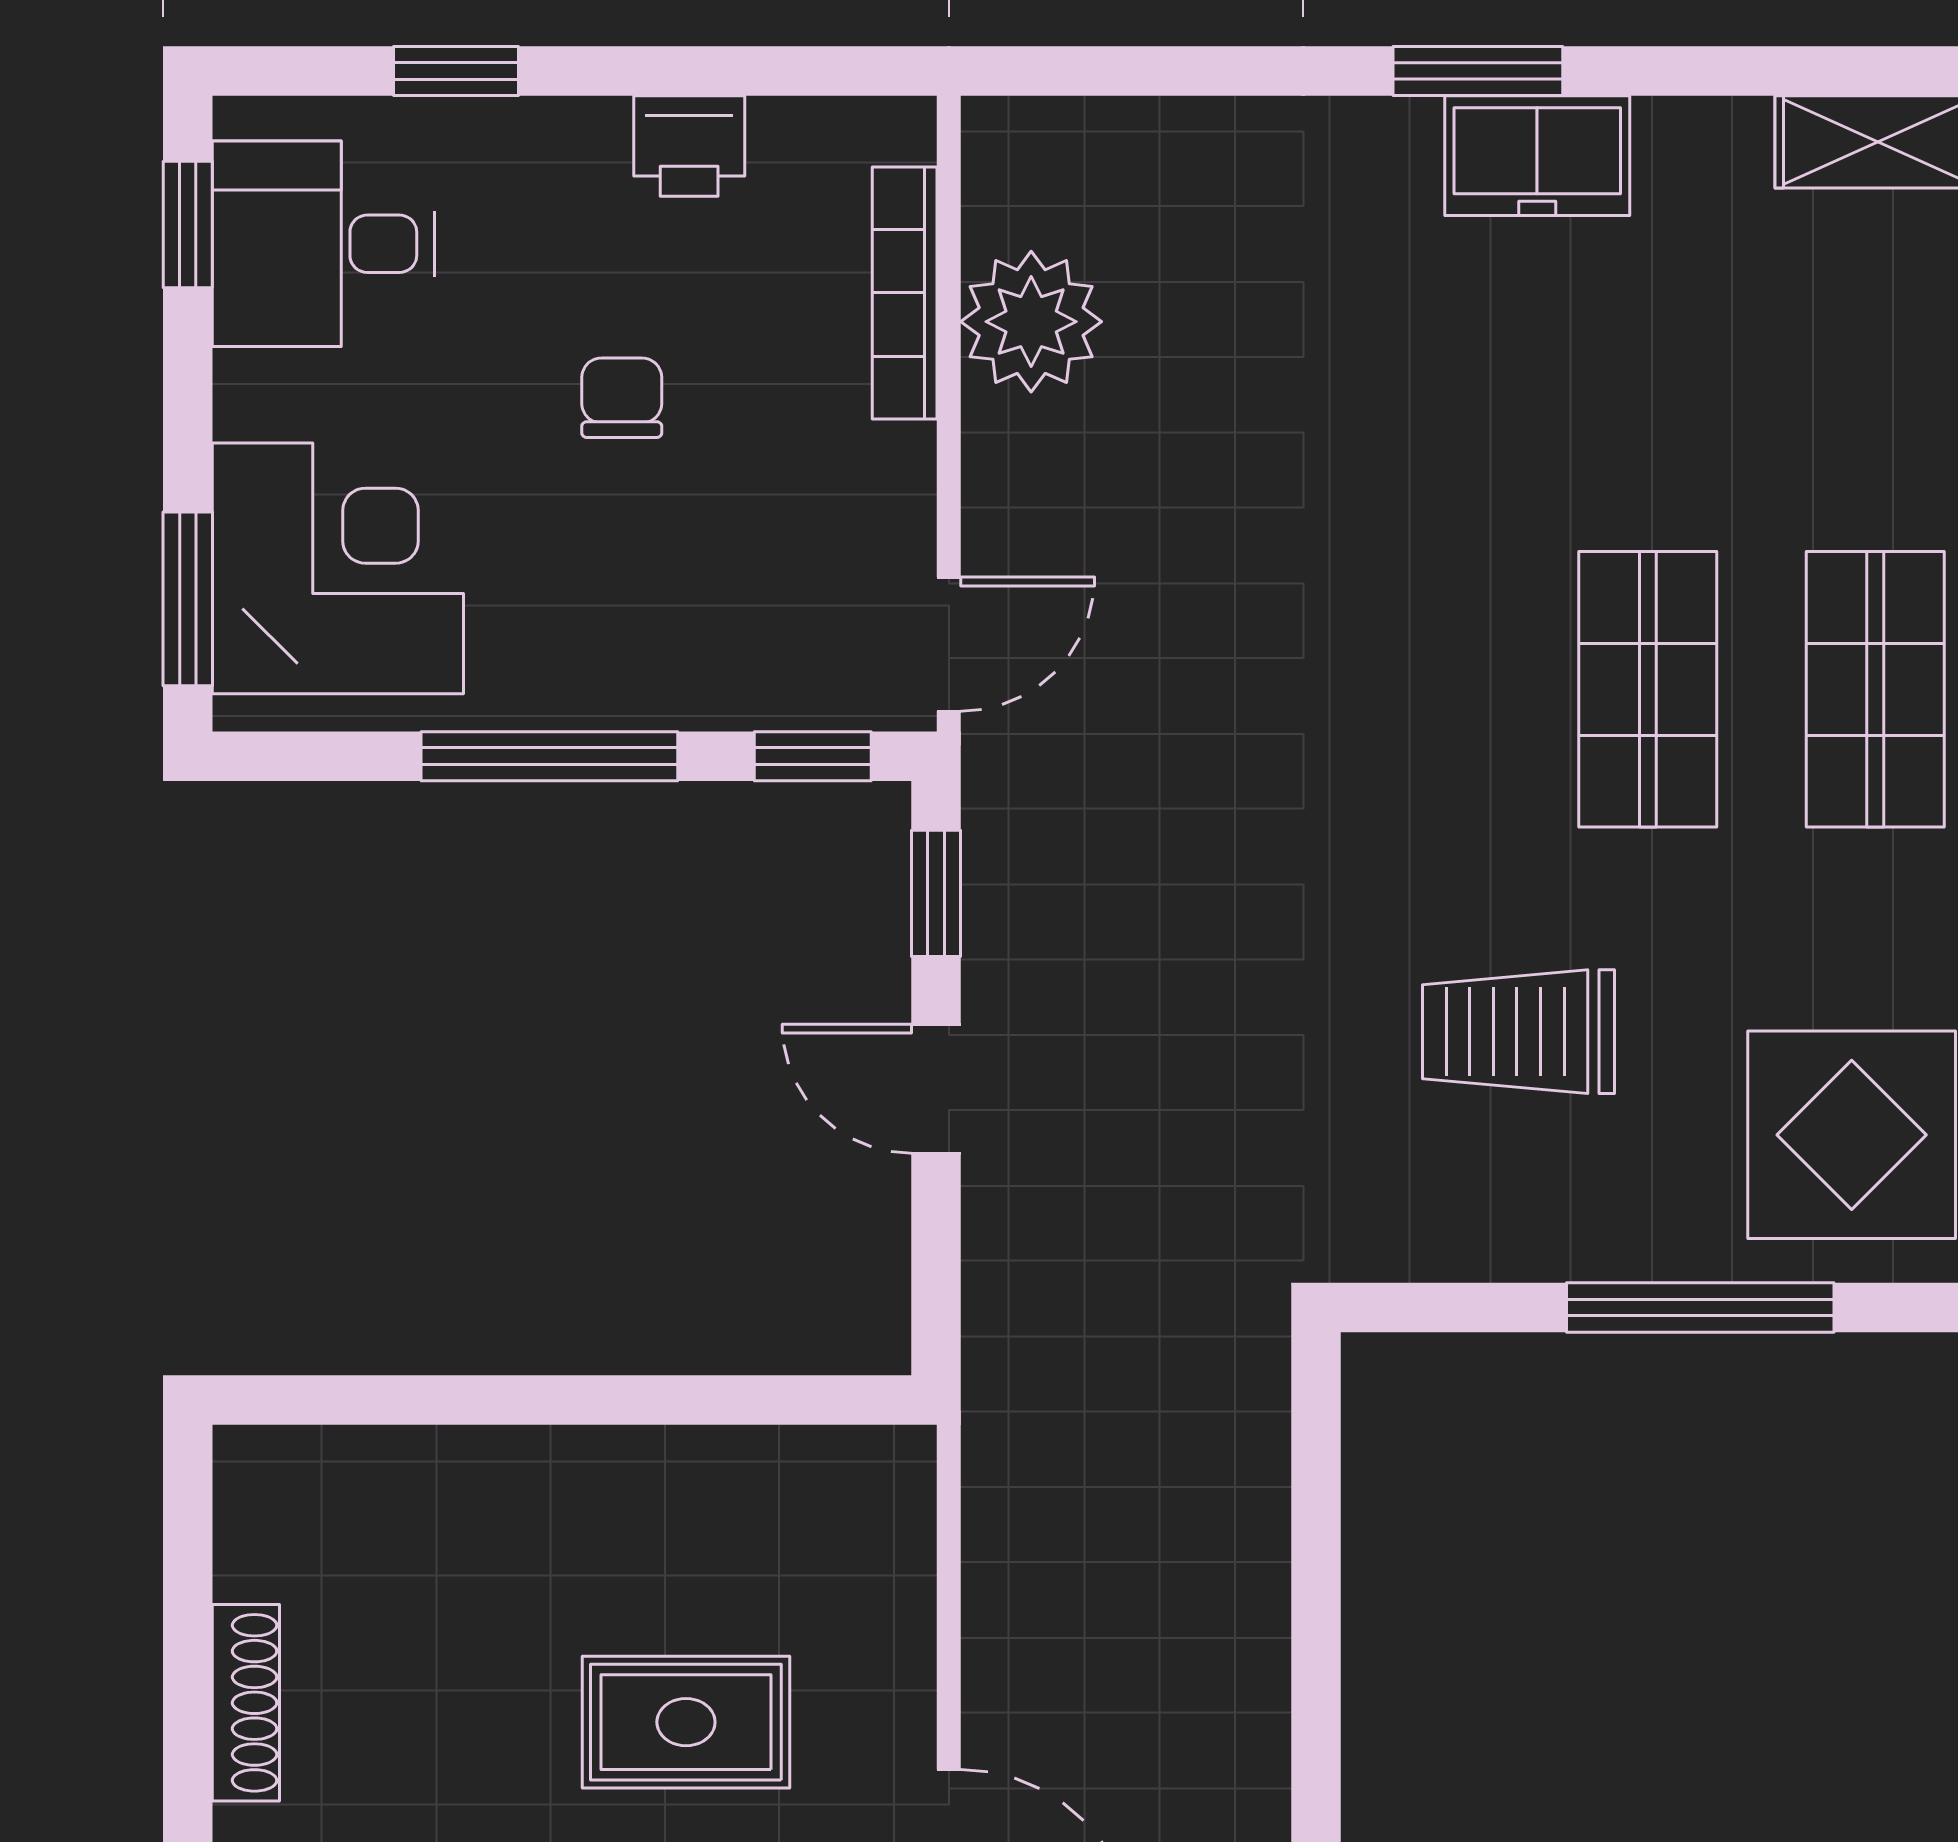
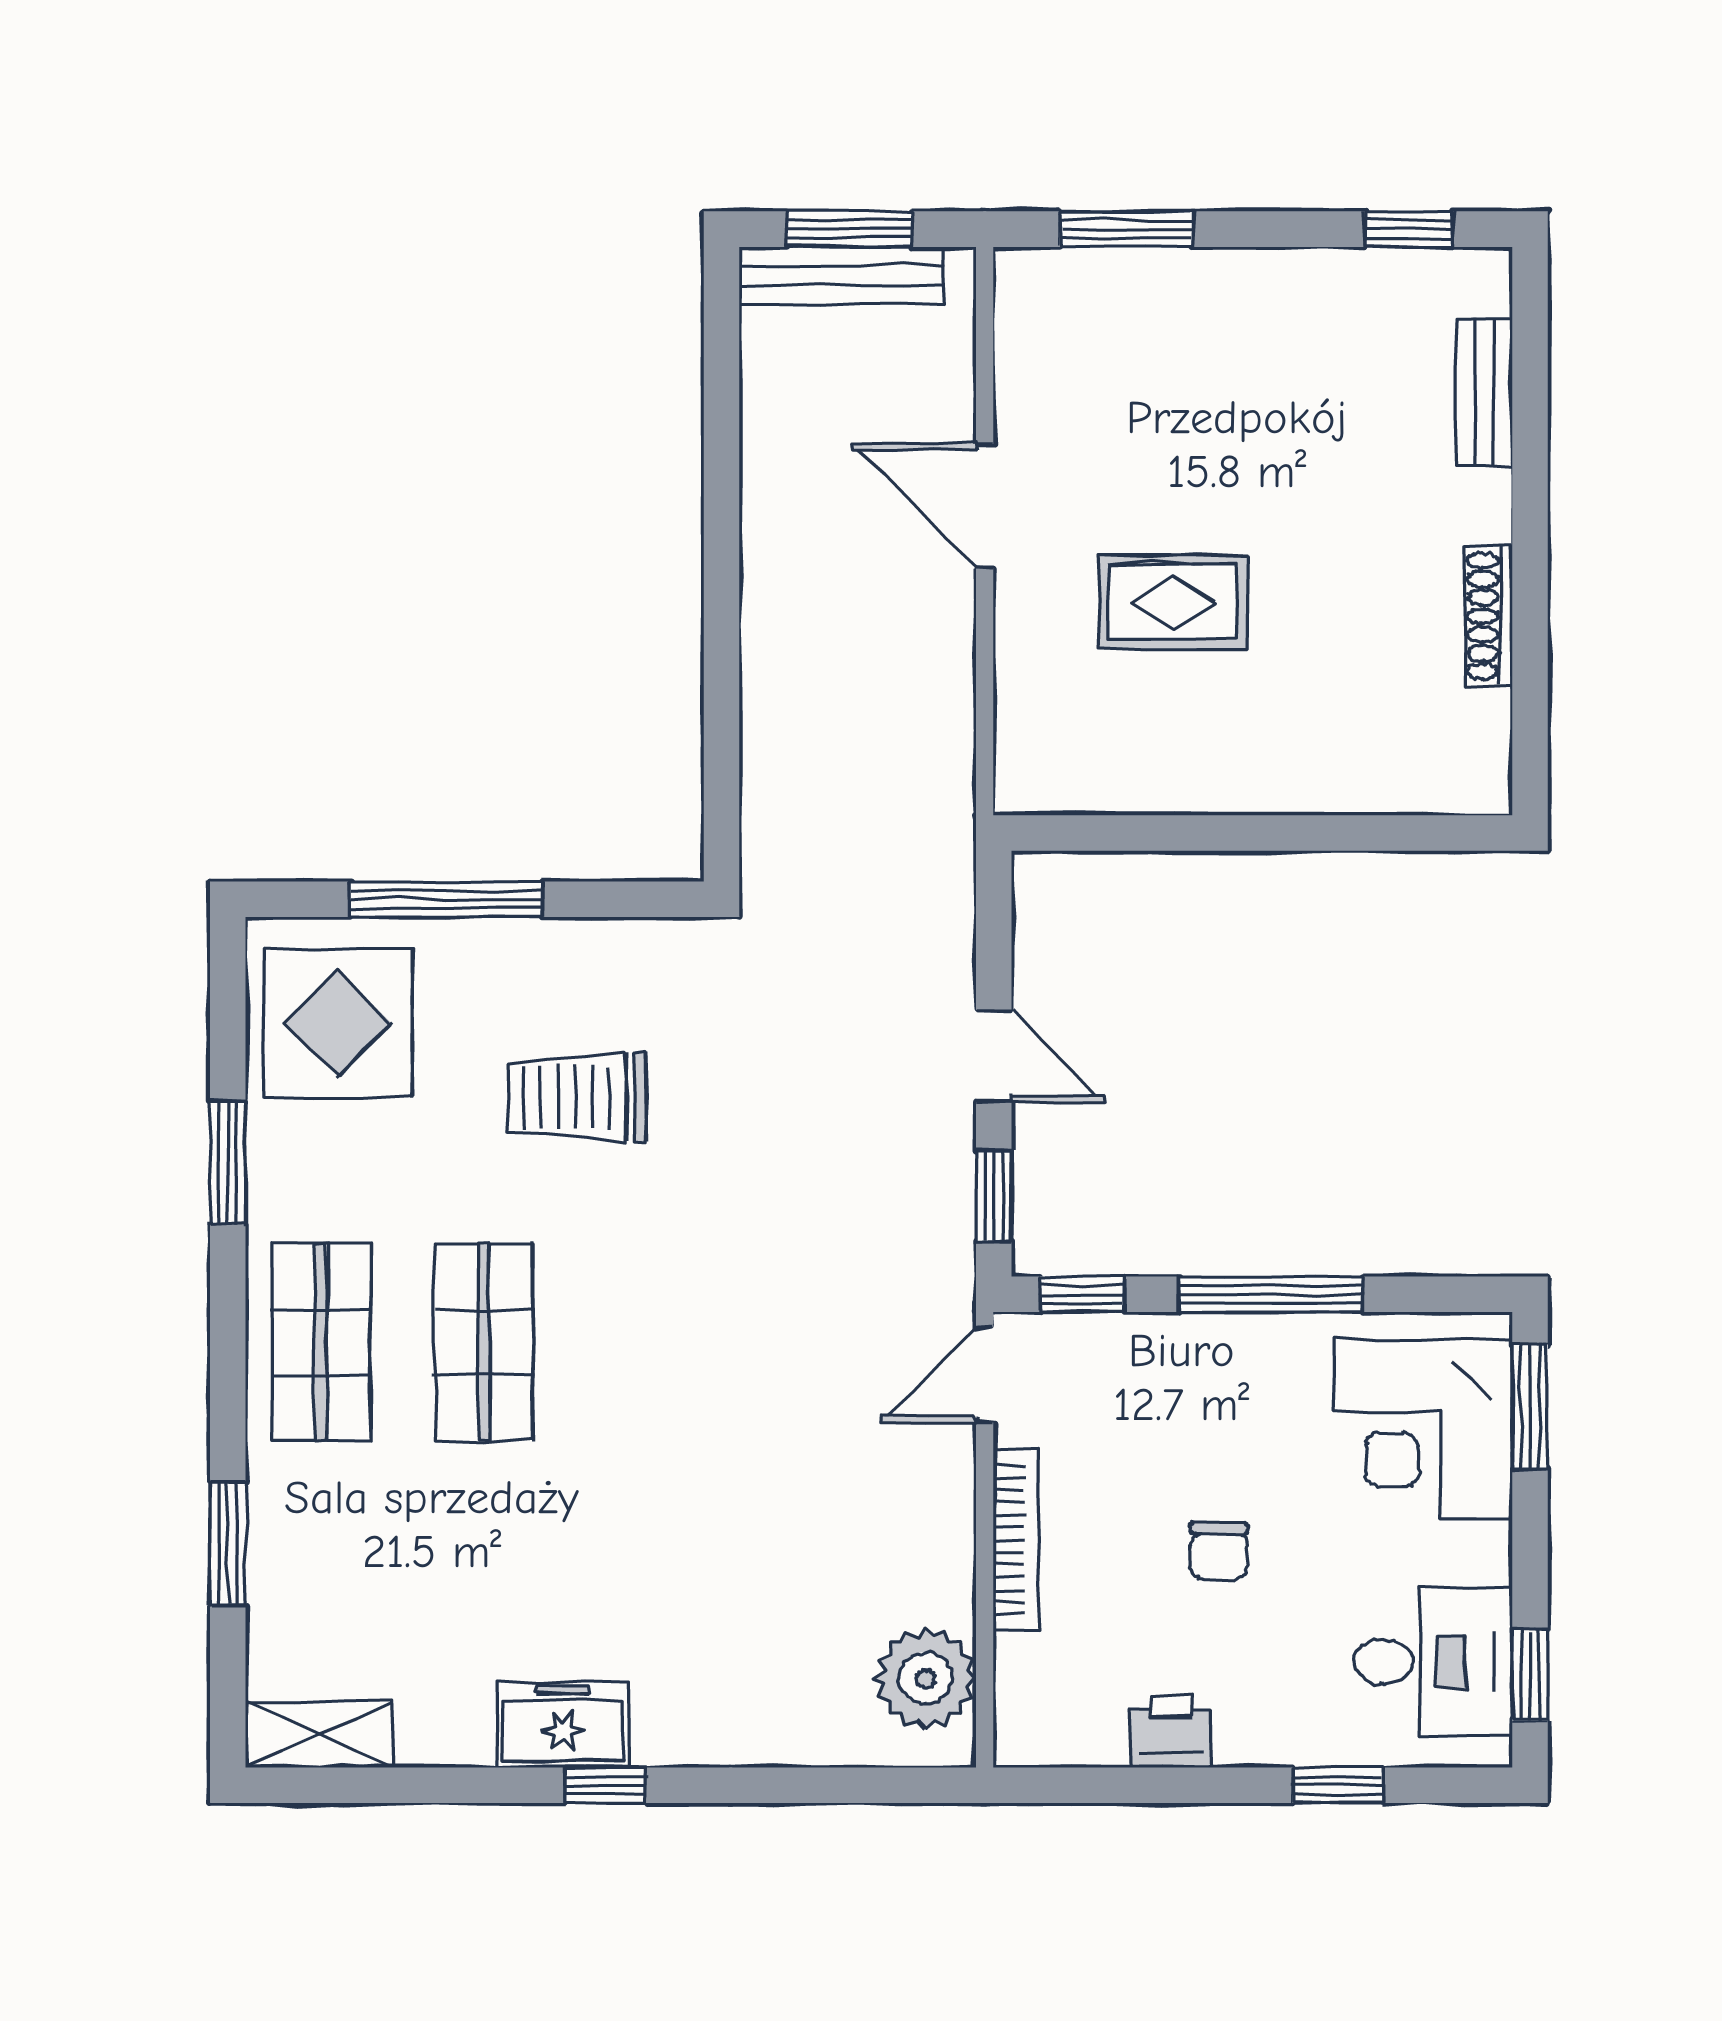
window: (1478, 71) -> (606, 1785), width x0.67
bookcase: (905, 293) -> (1016, 1540), moved
plant: (1031, 322) -> (926, 1678), moved
trolley: (1519, 1032) -> (576, 1097), turned 180

